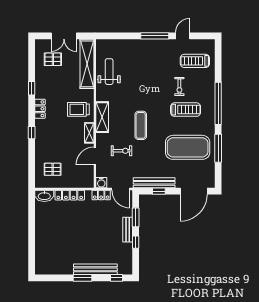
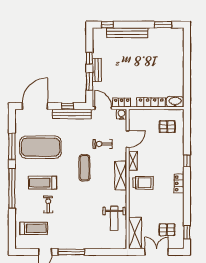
shelving: (87, 64) -> (135, 233), width x0.68
window: (32, 88) -> (187, 232), moved
window: (82, 278) -> (163, 25), moved

